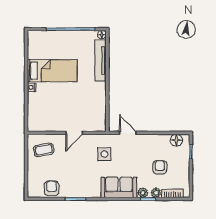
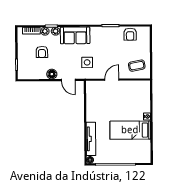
floor lamp: (176, 140) -> (52, 74), moved

